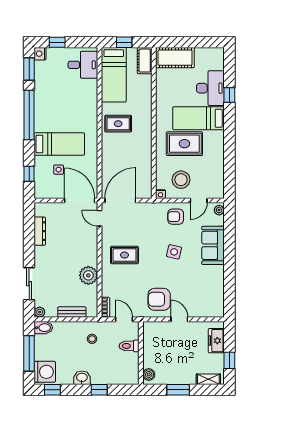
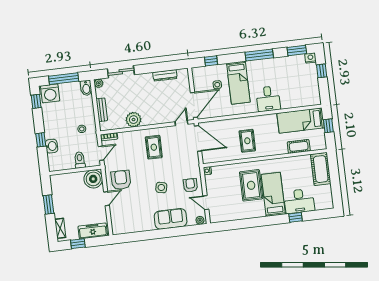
cot: (145, 61) -> (299, 146), moved
desk: (83, 65) -> (268, 99), moved
window: (29, 115) -> (259, 55), width x0.68
rug: (118, 124) -> (247, 141), moved
stool: (181, 180) -> (221, 186), removed
freezer: (216, 341) -> (93, 231), width x1.40
boiler: (149, 374) -> (93, 179), moved, width x1.86, depth x1.86
washbasin: (82, 378) -> (52, 146), moved

